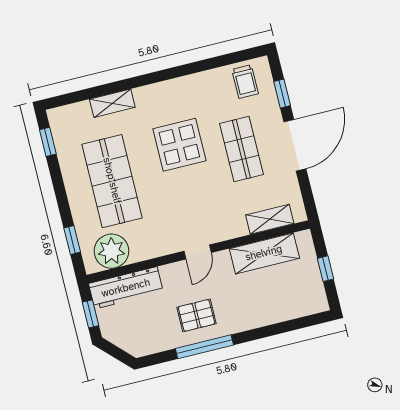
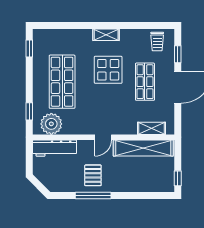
shelving: (112, 103) -> (106, 35), moved
shelving: (264, 253) -> (143, 148), width x1.47
window: (325, 269) -> (178, 178), moved
window: (90, 314) -> (29, 159), removed
pallet: (196, 315) -> (93, 175), turned 90

